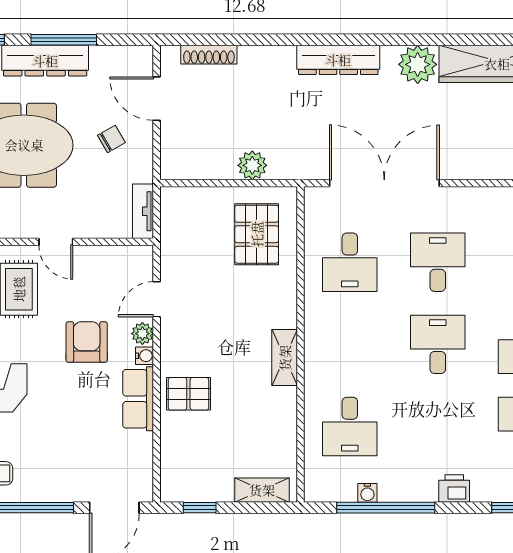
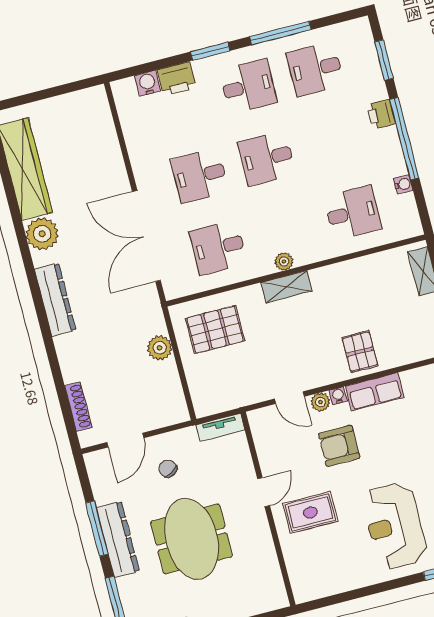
desk: (350, 262) -> (218, 247), turned 180
plant: (314, 333) -> (284, 261), added
shelving: (285, 358) -> (286, 287), moved
window: (386, 508) -> (404, 139), moved

